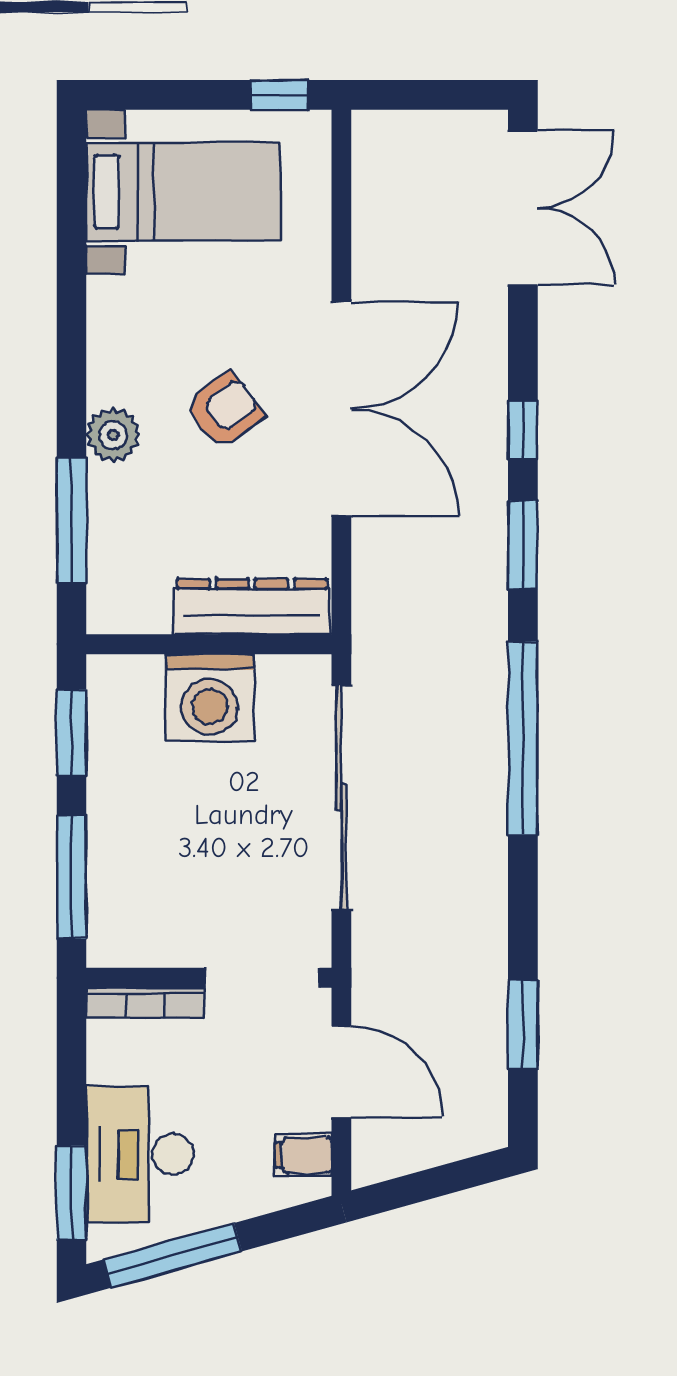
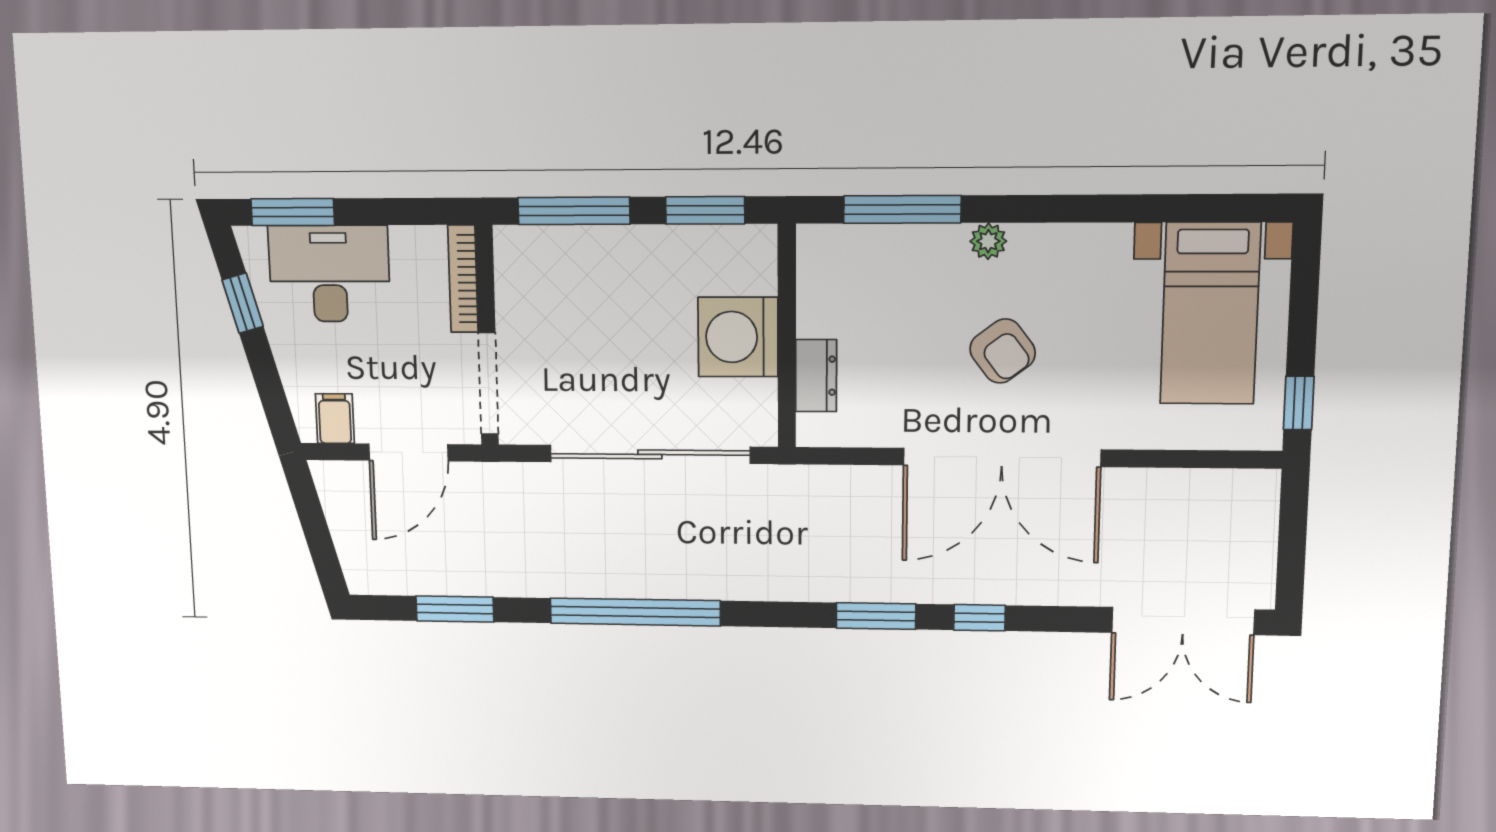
plant: (113, 435) -> (988, 241), width x0.73, depth x0.73
dresser: (252, 607) -> (816, 376), width x0.51, depth x0.80
window: (523, 739) -> (635, 612), moved
window: (173, 1255) -> (243, 303), width x0.46

